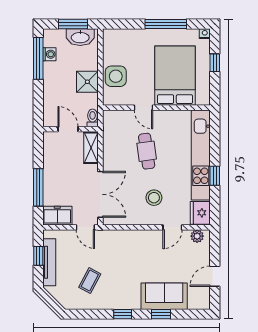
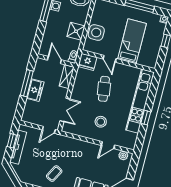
bed: (175, 76) -> (132, 41), width x0.67
window: (38, 187) -> (27, 83), moved
double door: (100, 194) -> (65, 110), width x0.73
fridge: (200, 213) -> (87, 62), moved, turned -90
freezer: (57, 216) -> (35, 90), moved, turned 90
door: (85, 227) -> (49, 130), hinge flipped
coffee table: (90, 281) -> (54, 174), moved

